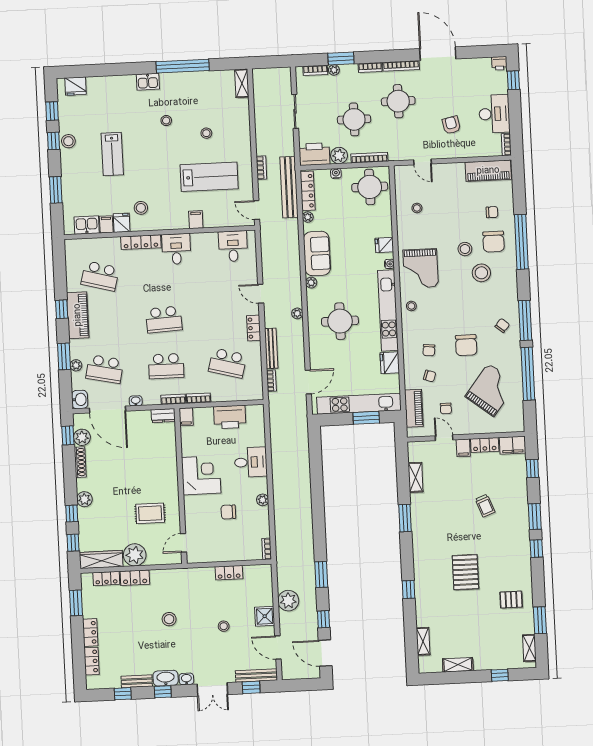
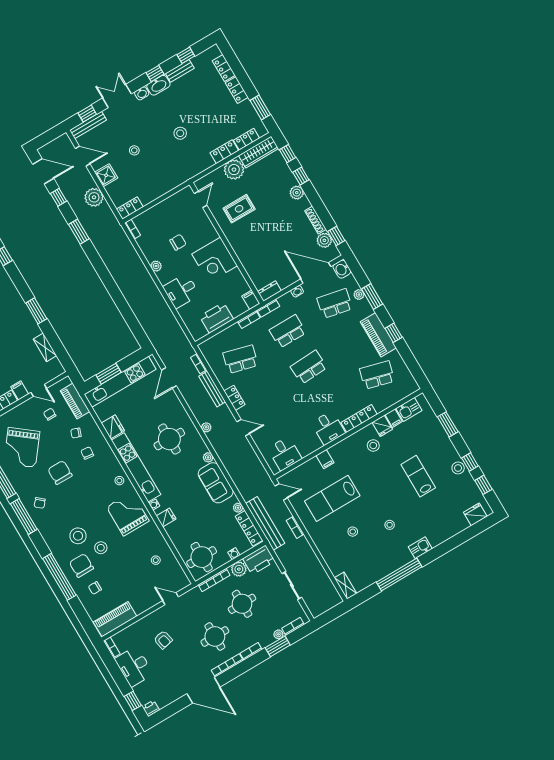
locker: (229, 573) -> (130, 208), moved

